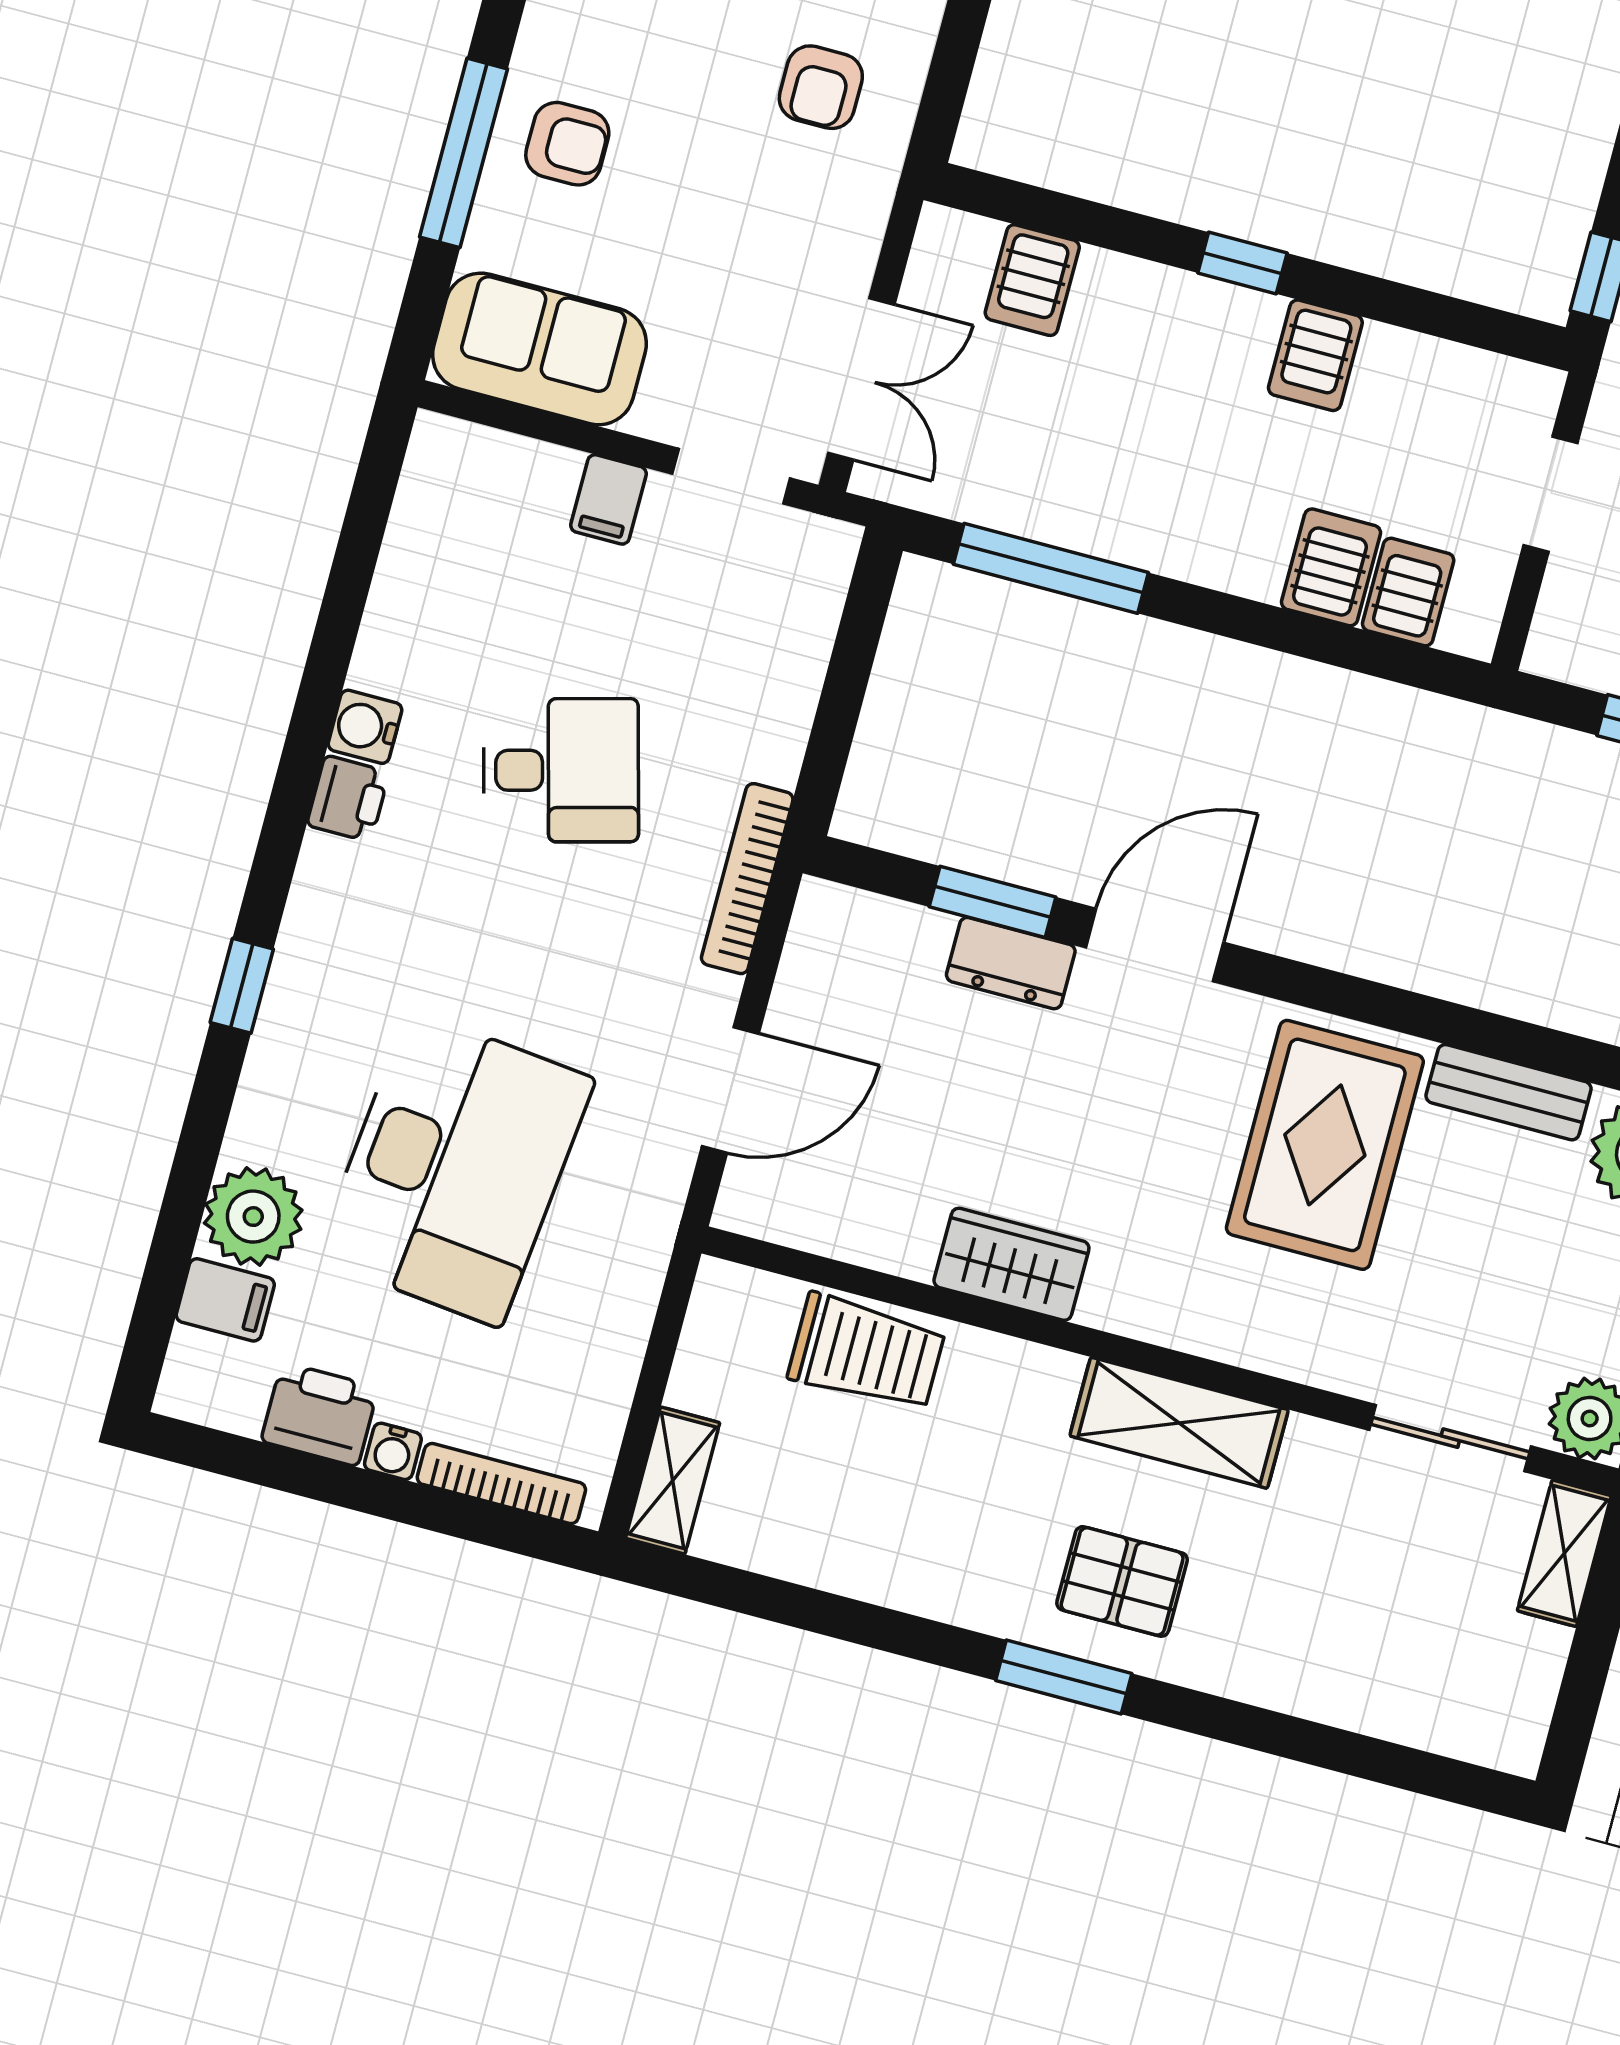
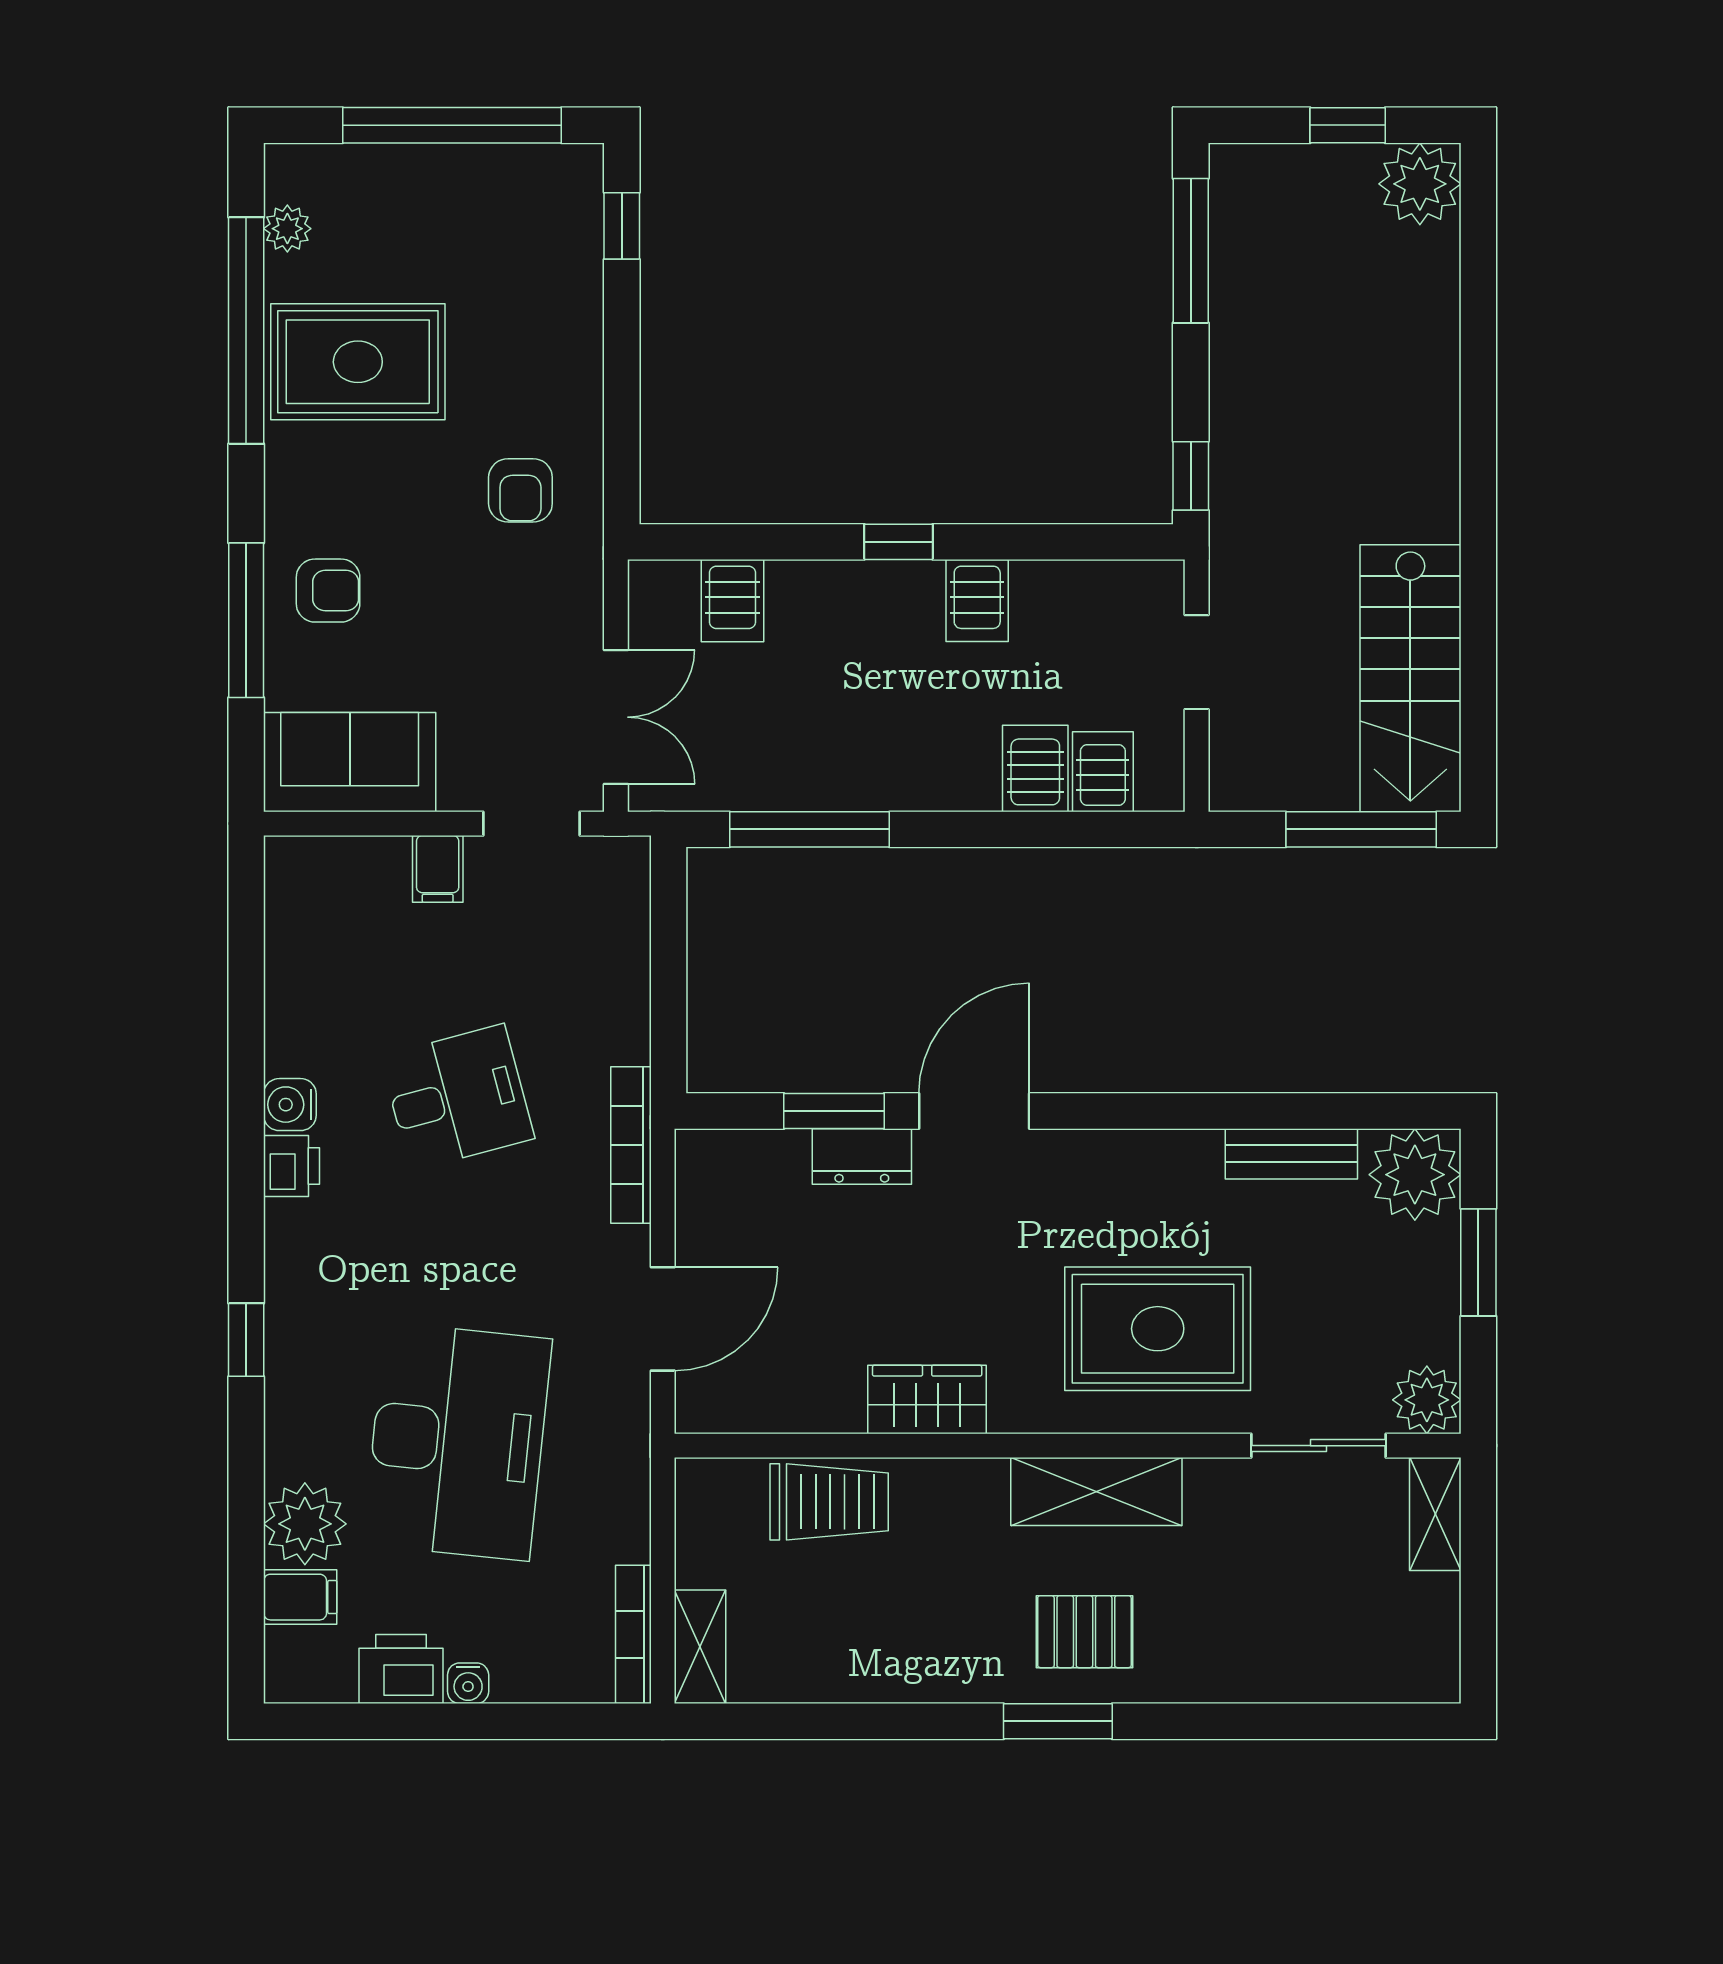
rug: (1325, 1145) -> (1158, 1329), moved, turned 90
bookcase: (501, 1484) -> (633, 1634), moved, turned -90

